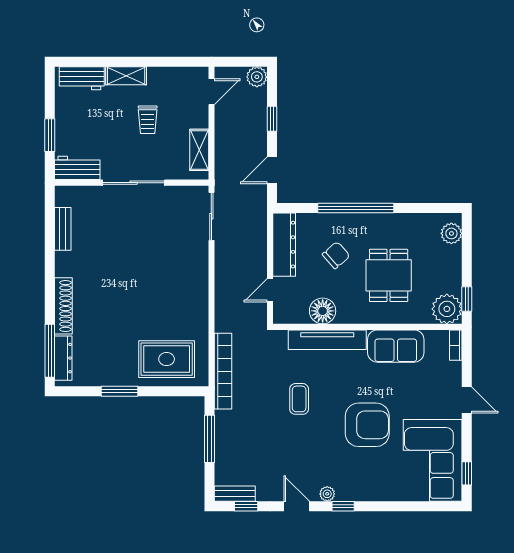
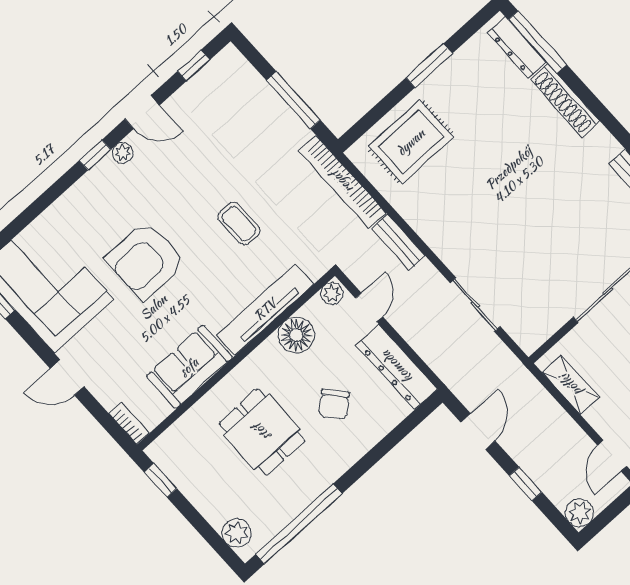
window: (356, 208) -> (299, 524), moved
sliding door: (211, 216) -> (475, 305), moved
plant: (447, 309) -> (332, 293), moved, width x0.53, depth x0.53
bench: (235, 494) -> (398, 242), moved, turned 90

